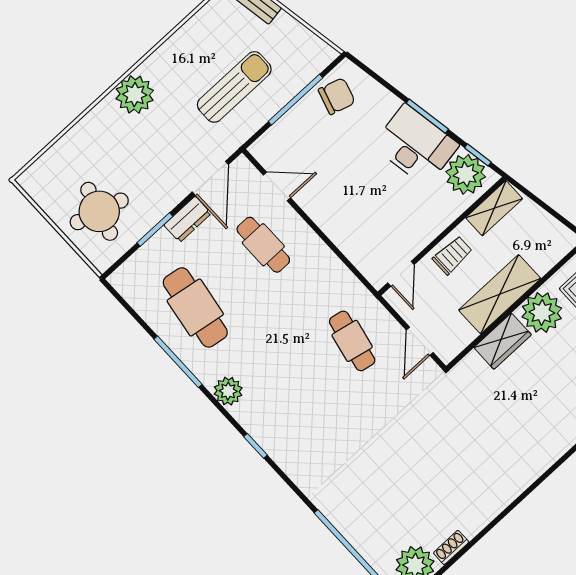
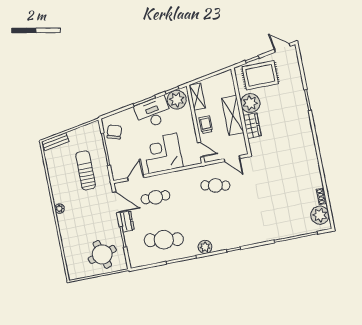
plant: (135, 95) -> (59, 209), width x0.53, depth x0.53
corner desk: (352, 209) -> (163, 153), added
round table: (99, 211) -> (102, 254), turned -32

